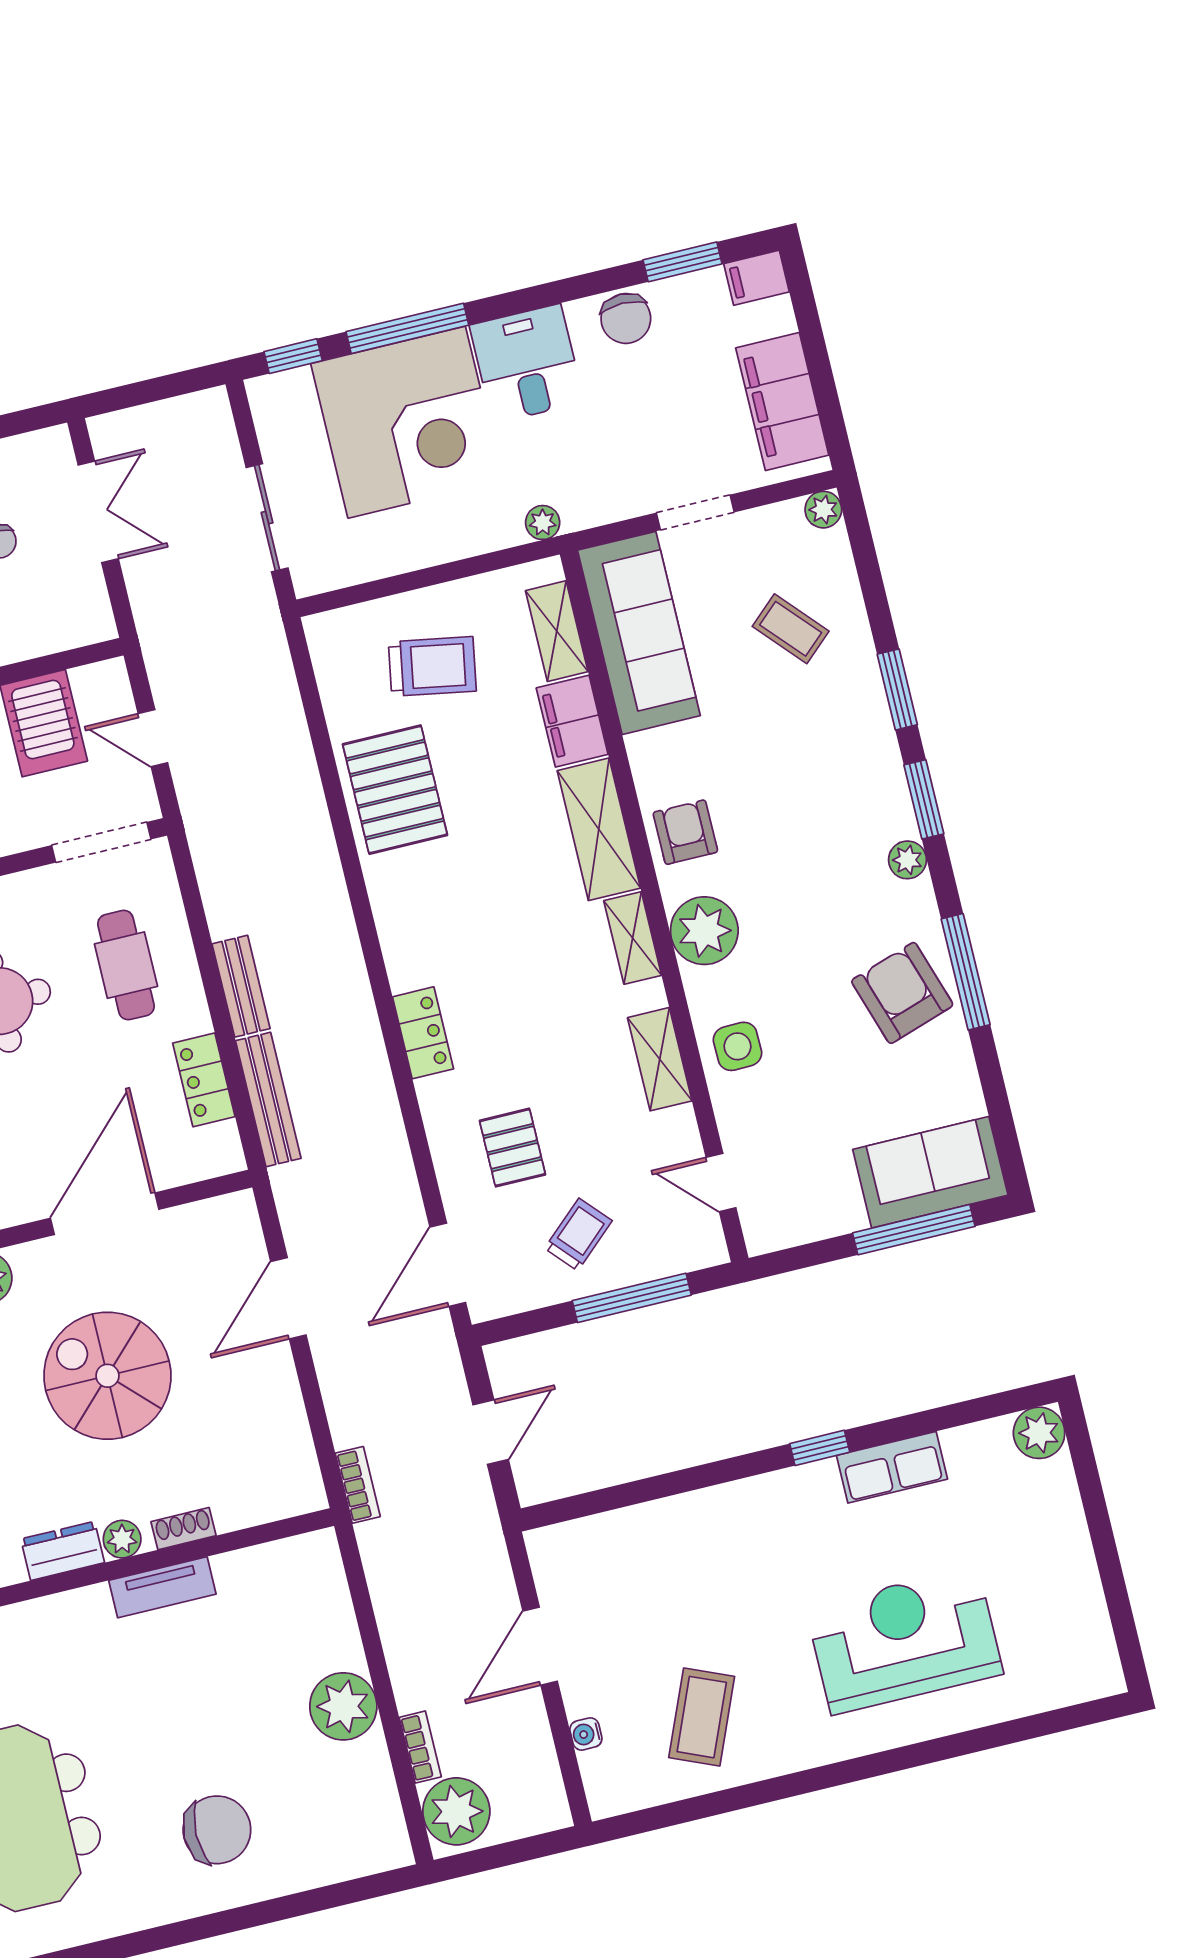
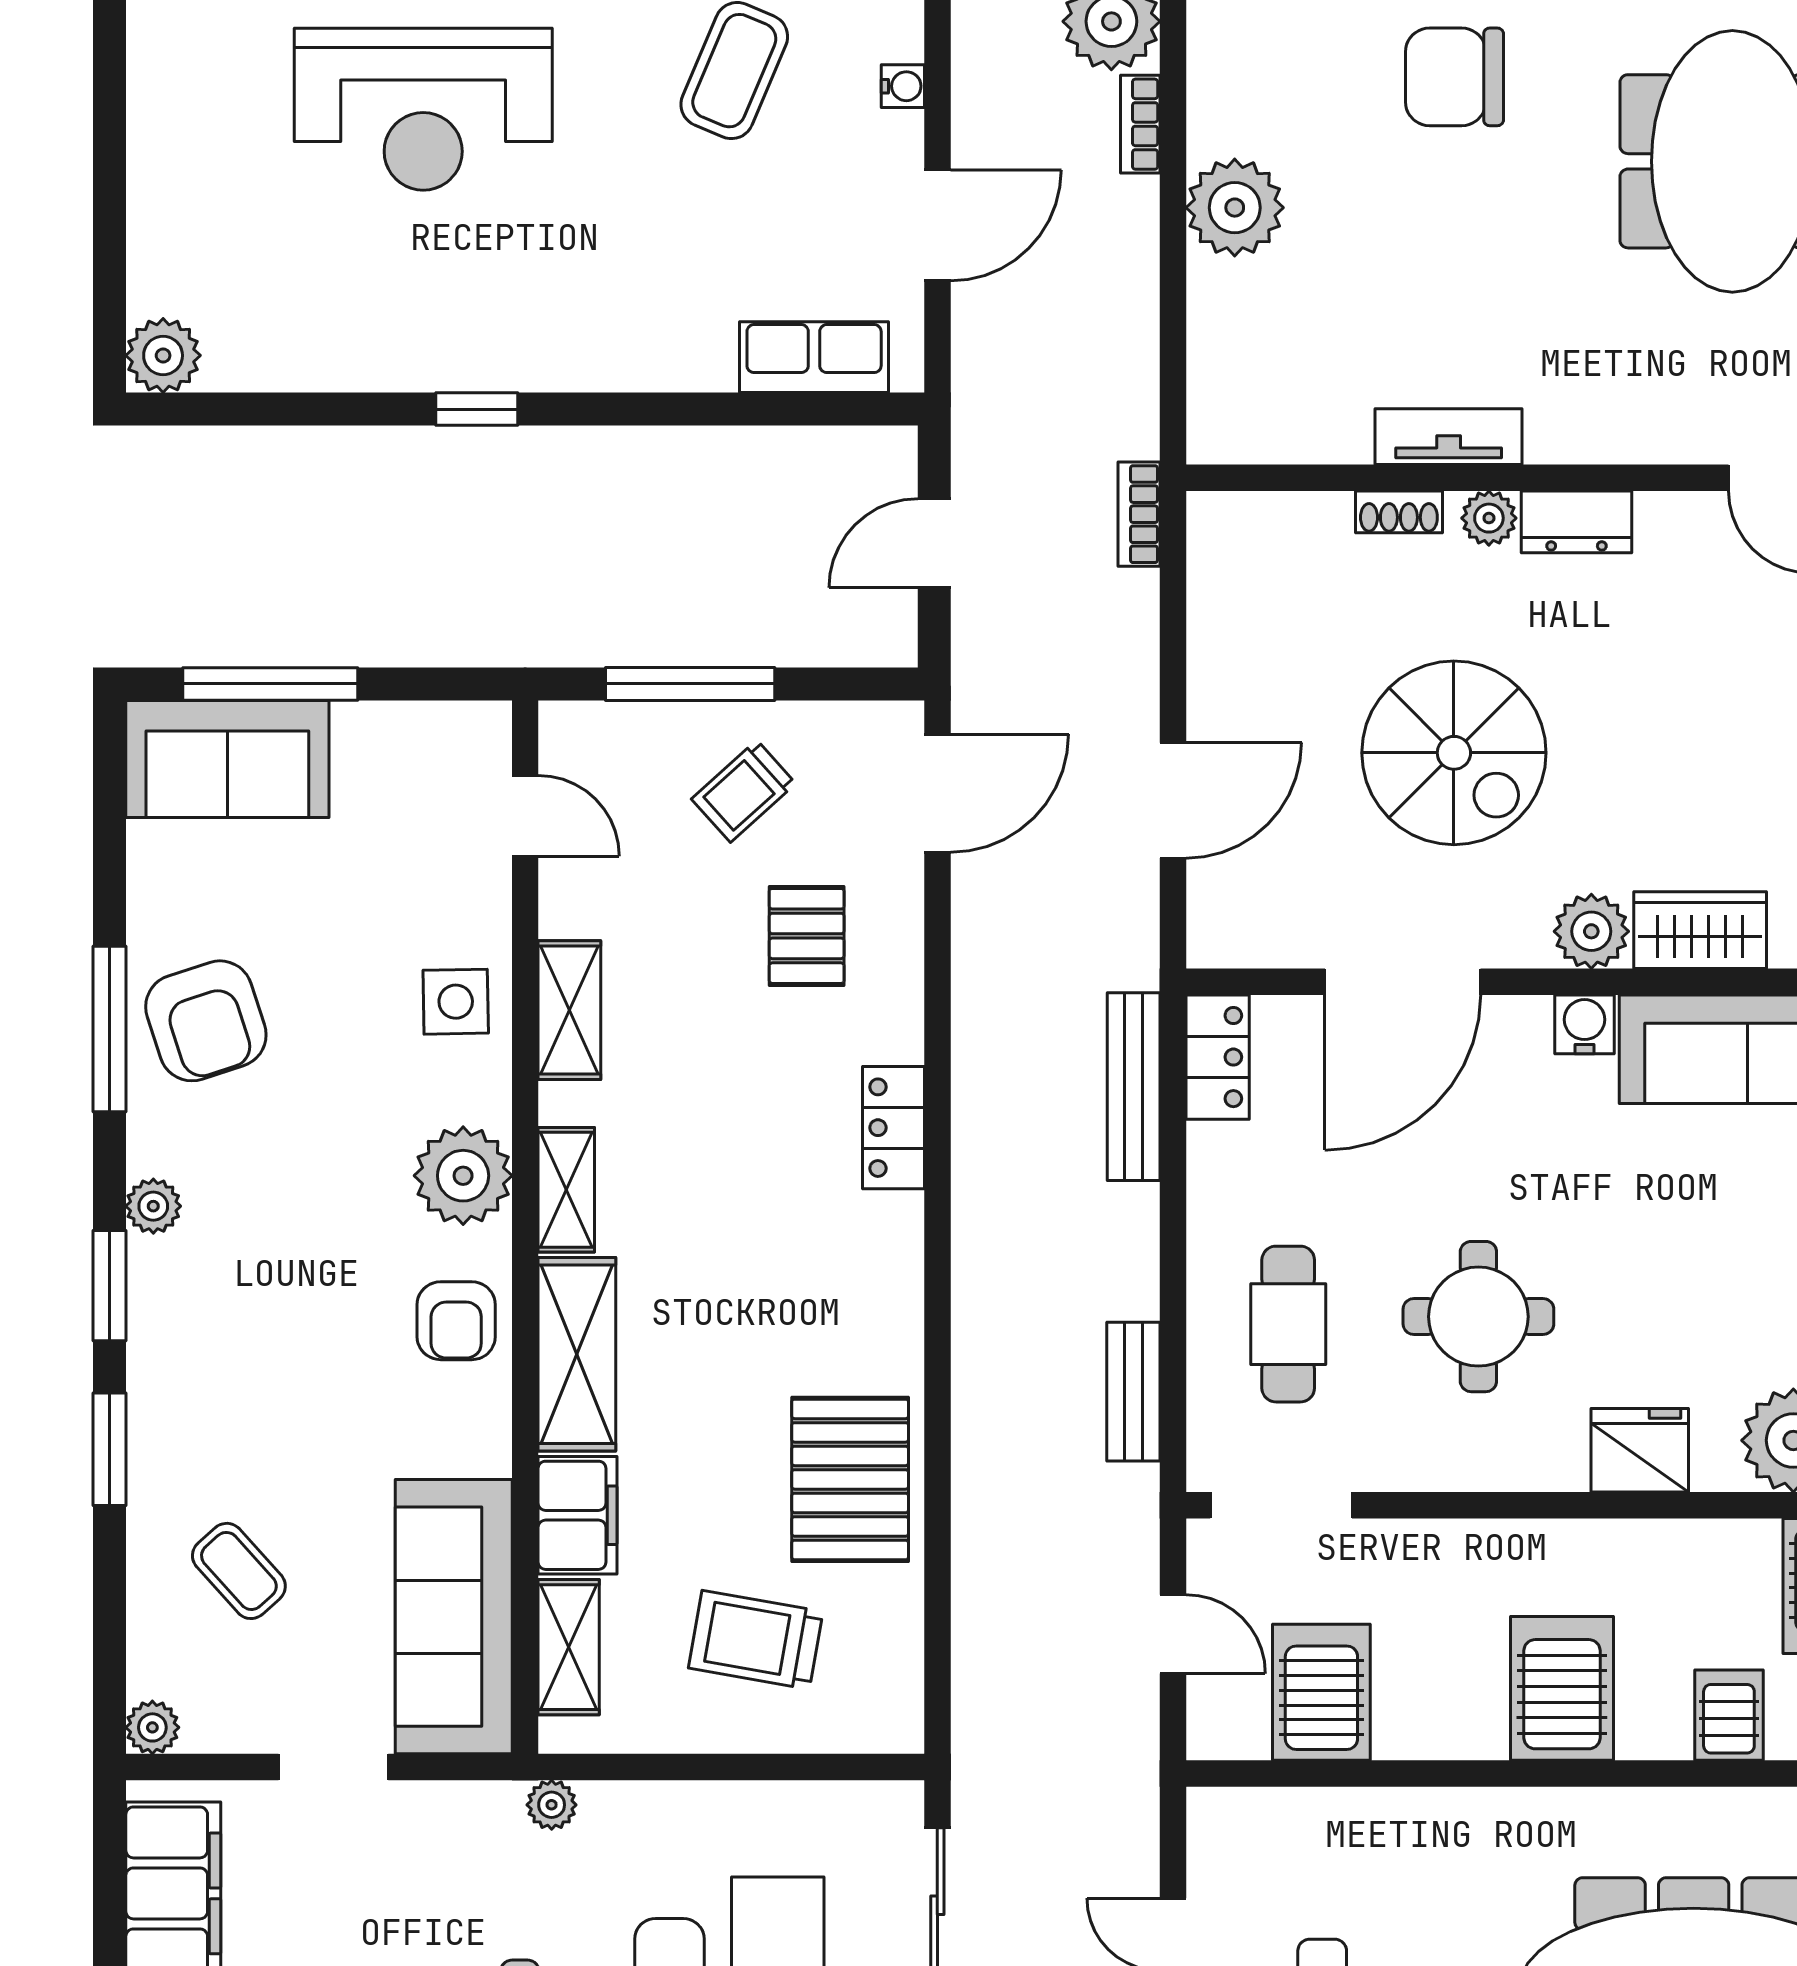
bench: (241, 986) -> (1133, 1392), moved
locker: (204, 1080) -> (1218, 1057), moved
row of seats: (892, 1467) -> (814, 357), moved

